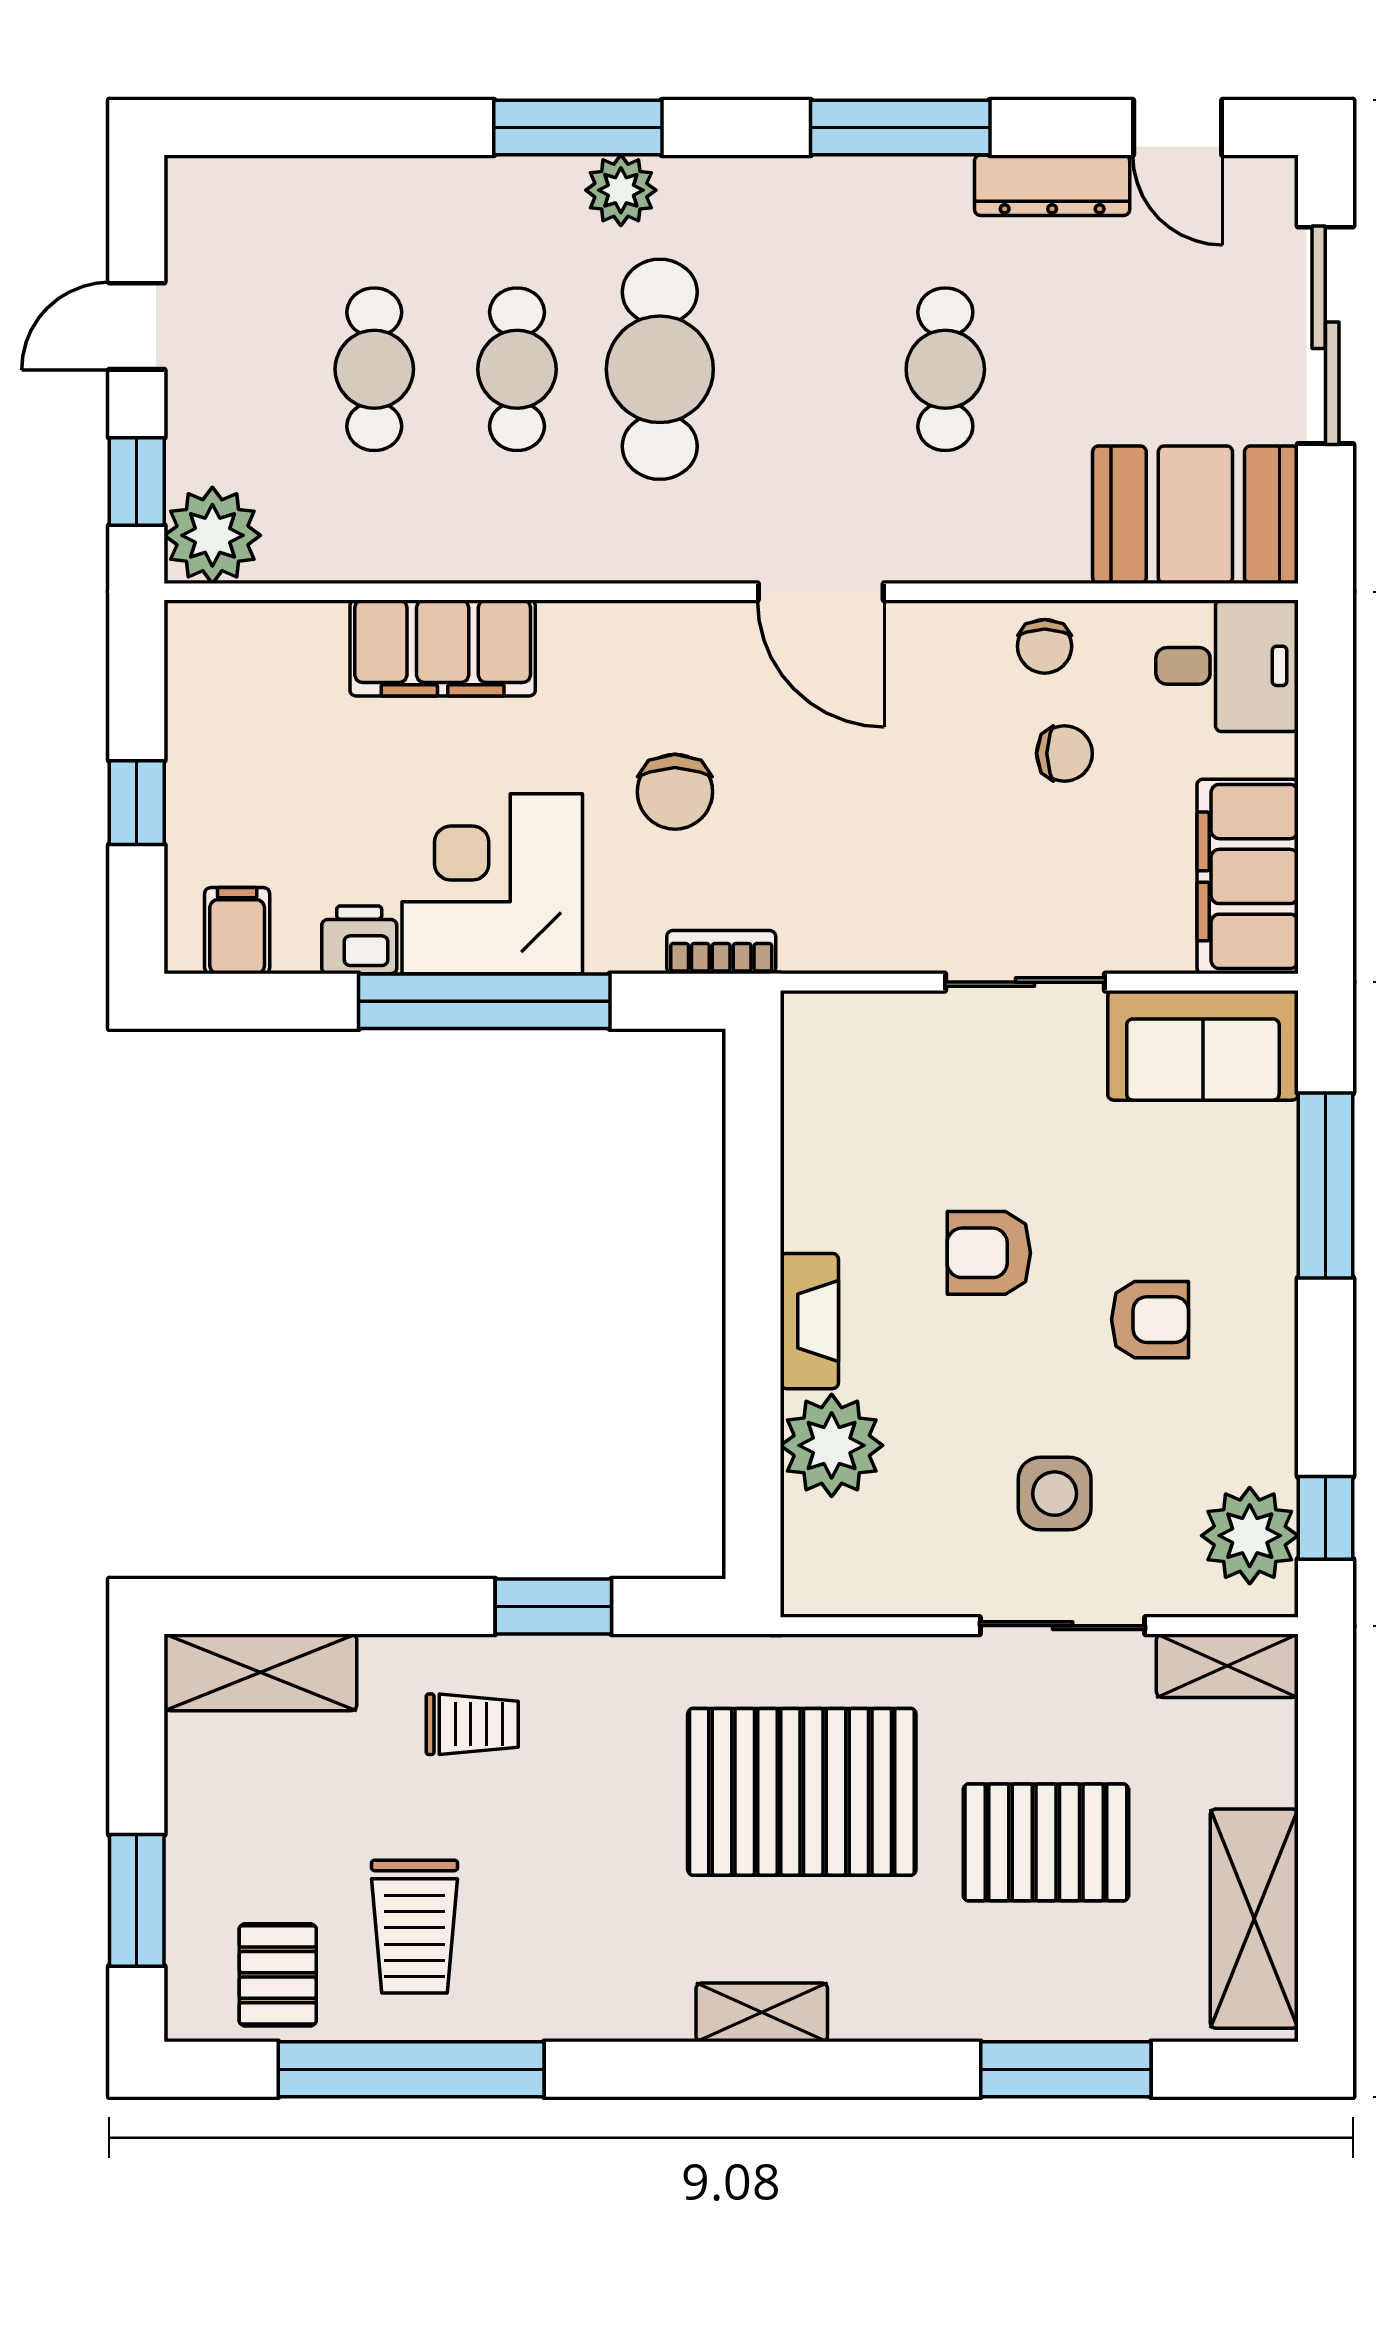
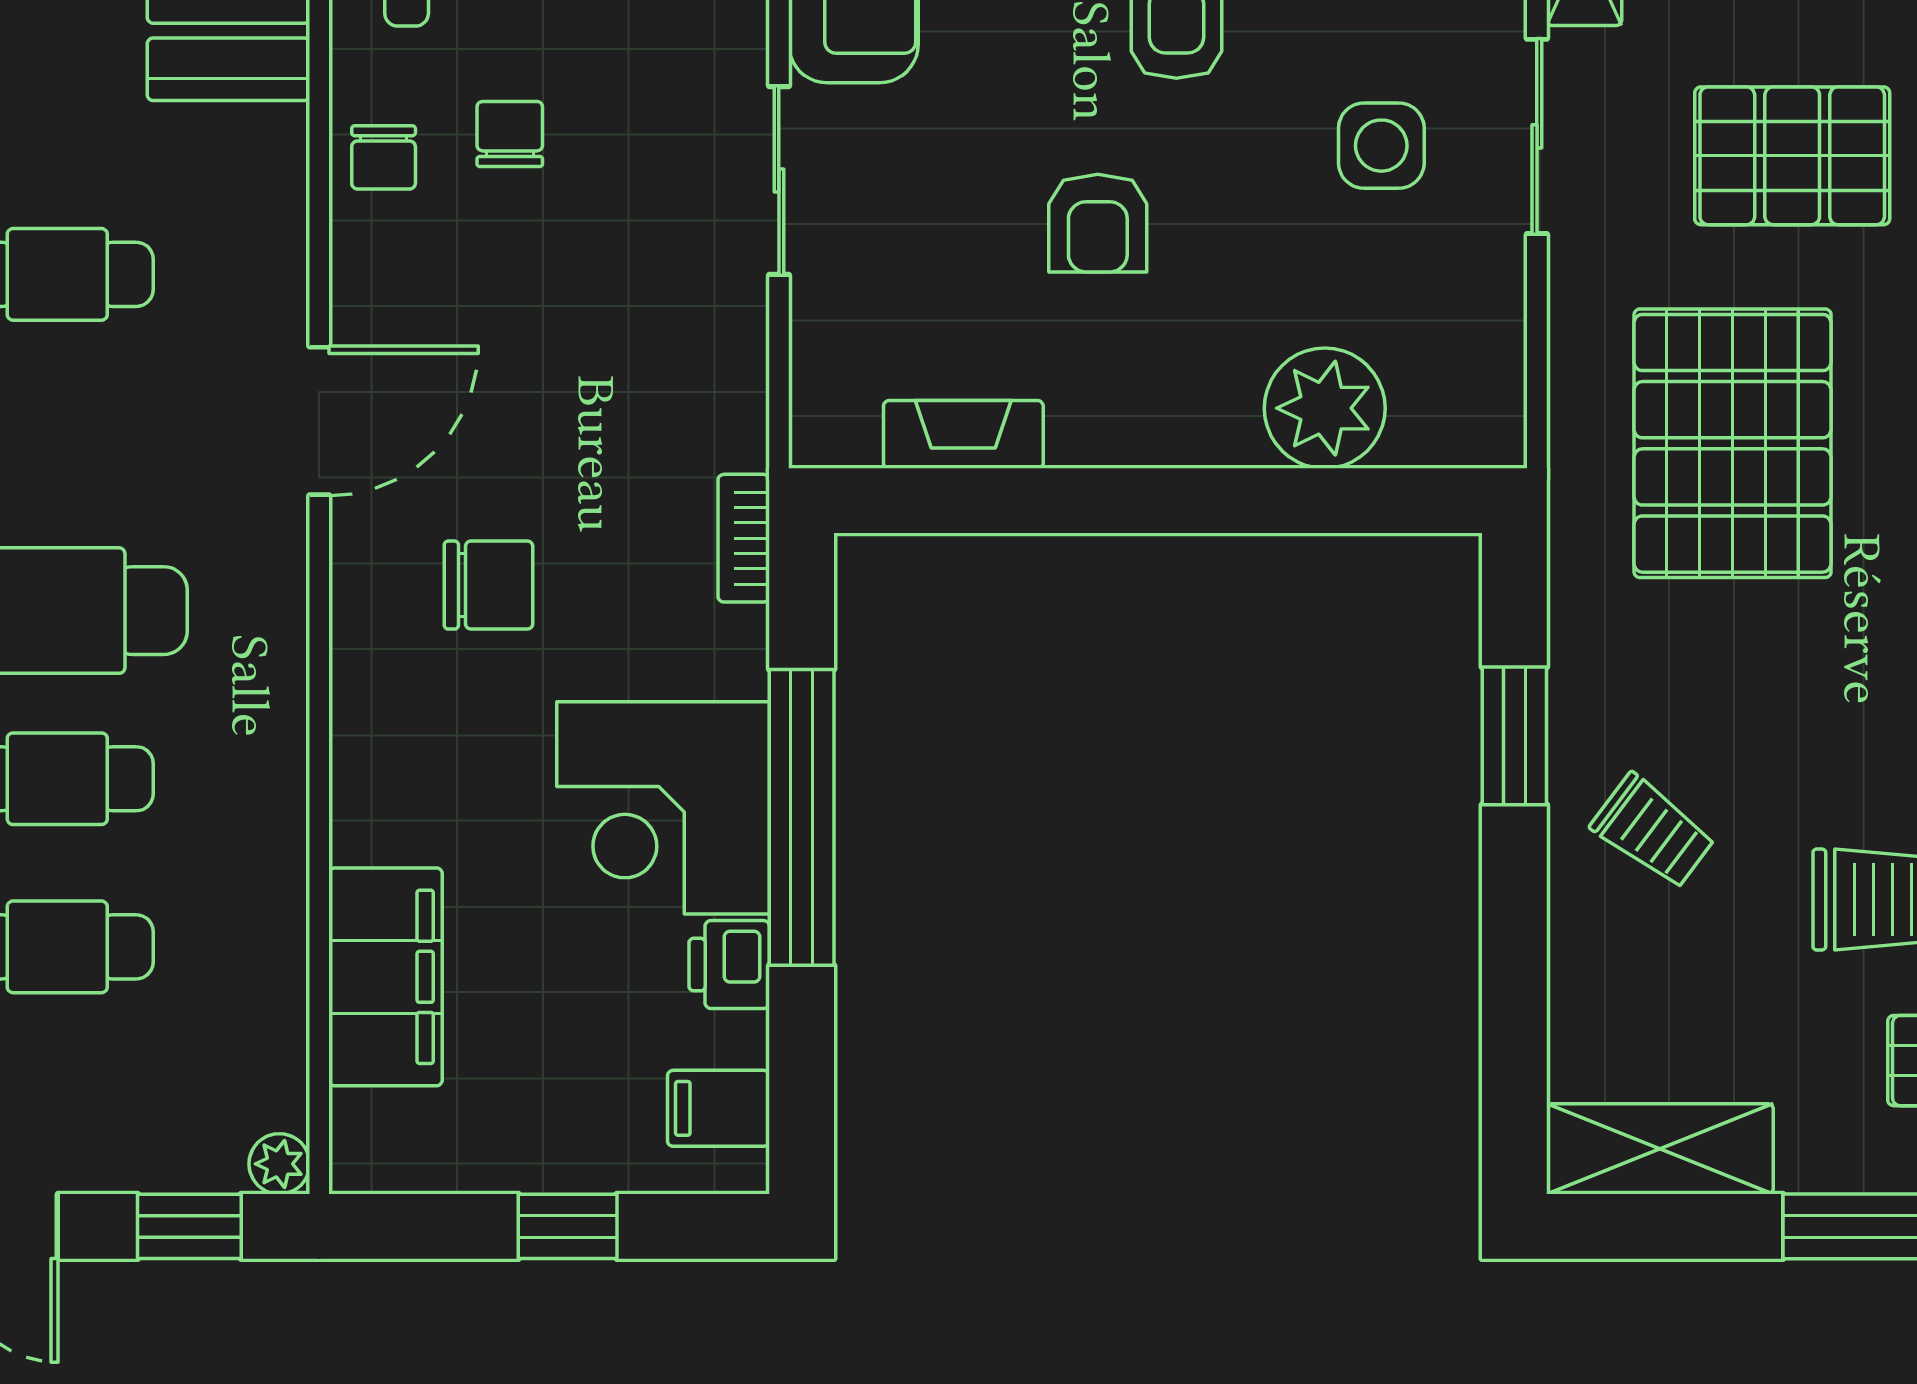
plant: (212, 535) -> (279, 1164), width x0.53, depth x0.53
chair: (1045, 646) -> (384, 157), turned 90
filing cabinet: (443, 648) -> (386, 977), moved
chair: (675, 792) -> (489, 585), moved
fireplace: (809, 1321) -> (963, 434), moved
shelving: (260, 1672) -> (1660, 1149), moved, turned 90
trolley: (472, 1724) -> (1653, 831), turned 127
pallet: (1046, 1842) -> (1792, 156), turned 90

